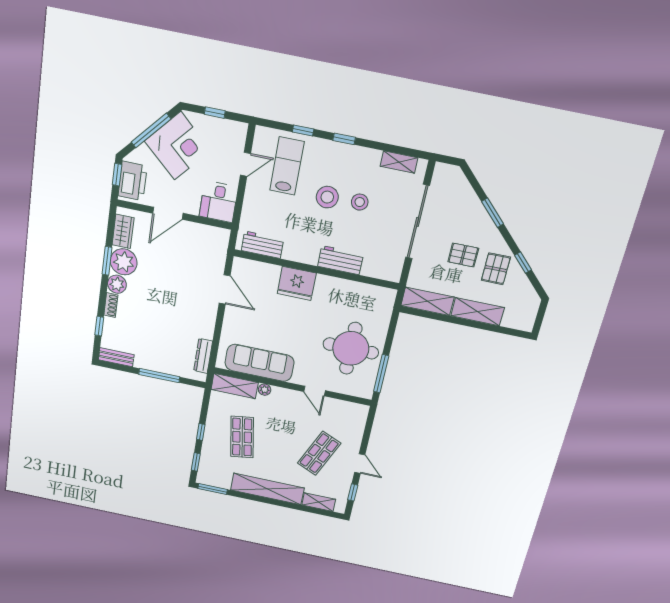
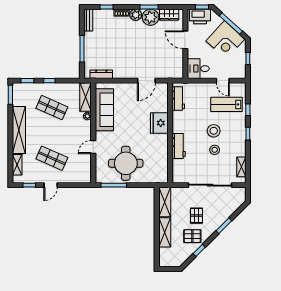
lab bench: (287, 166) -> (227, 104), turned 180
shop shelf: (242, 437) -> (52, 108), turned 33

